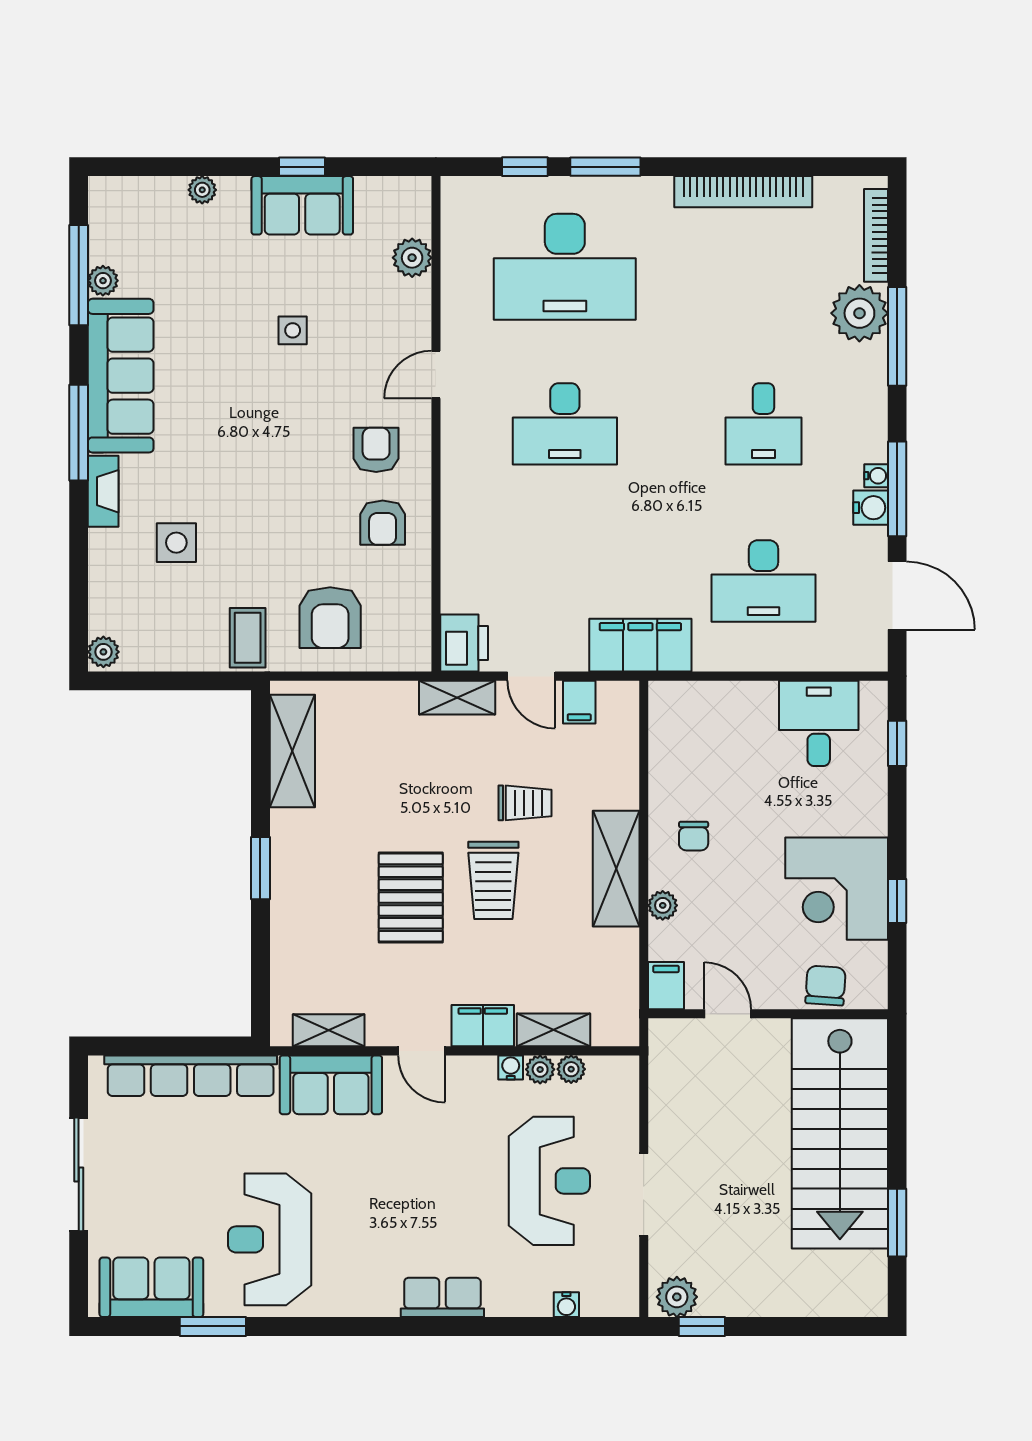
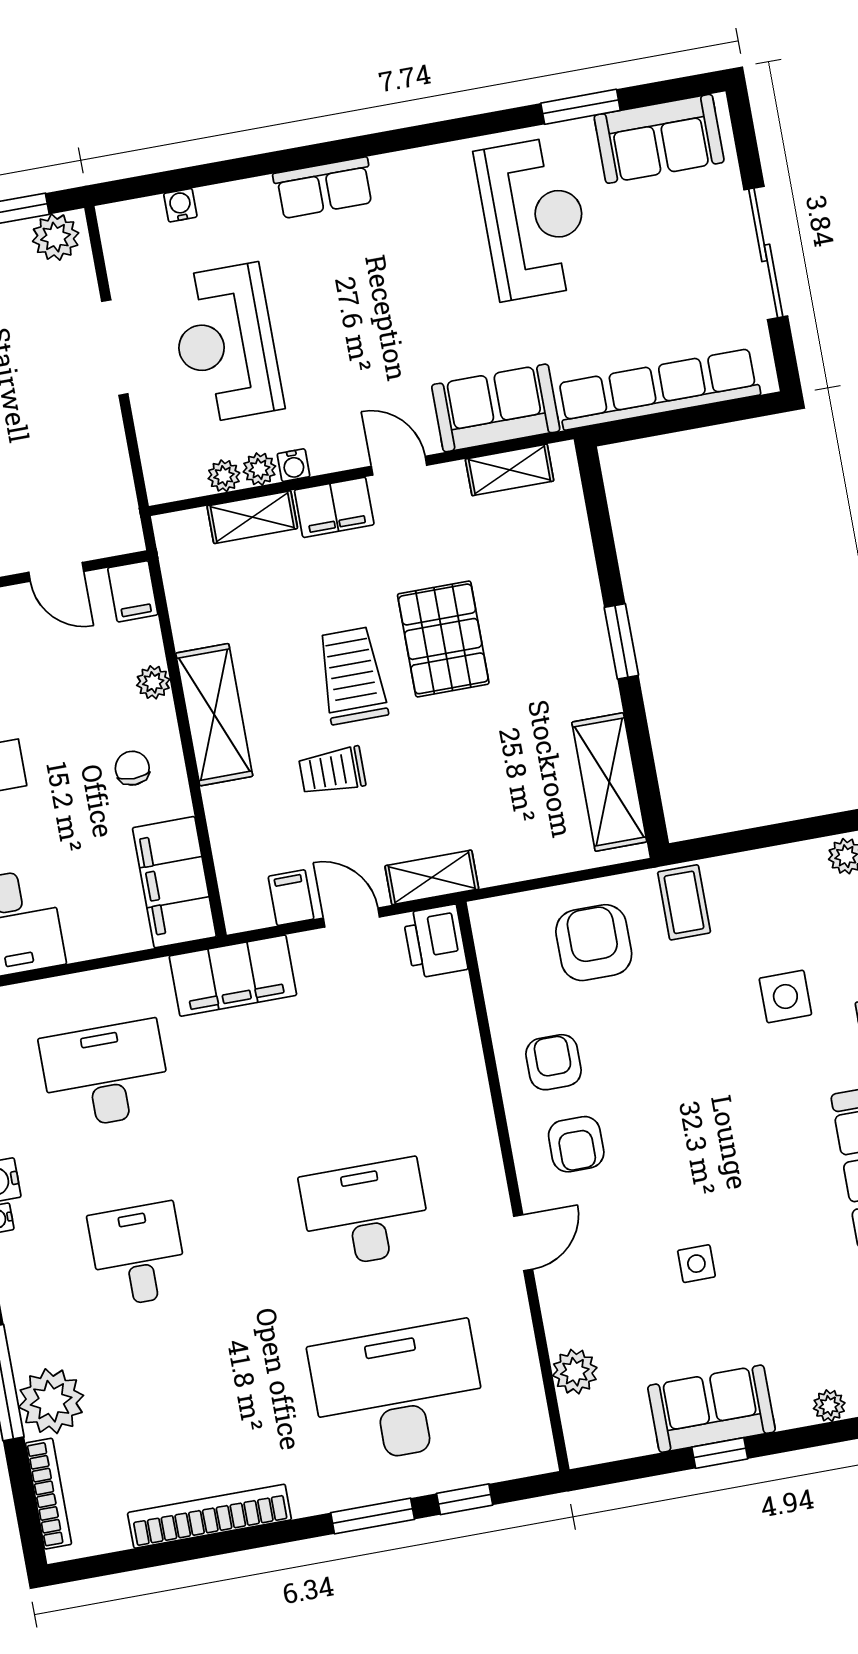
filing cabinet: (675, 733) -> (174, 882), added

